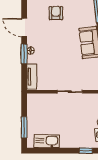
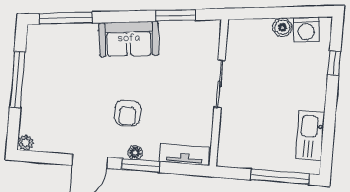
armchair: (56, 13) -> (128, 113), moved, turned -90
window: (24, 127) -> (280, 177), width x1.44

